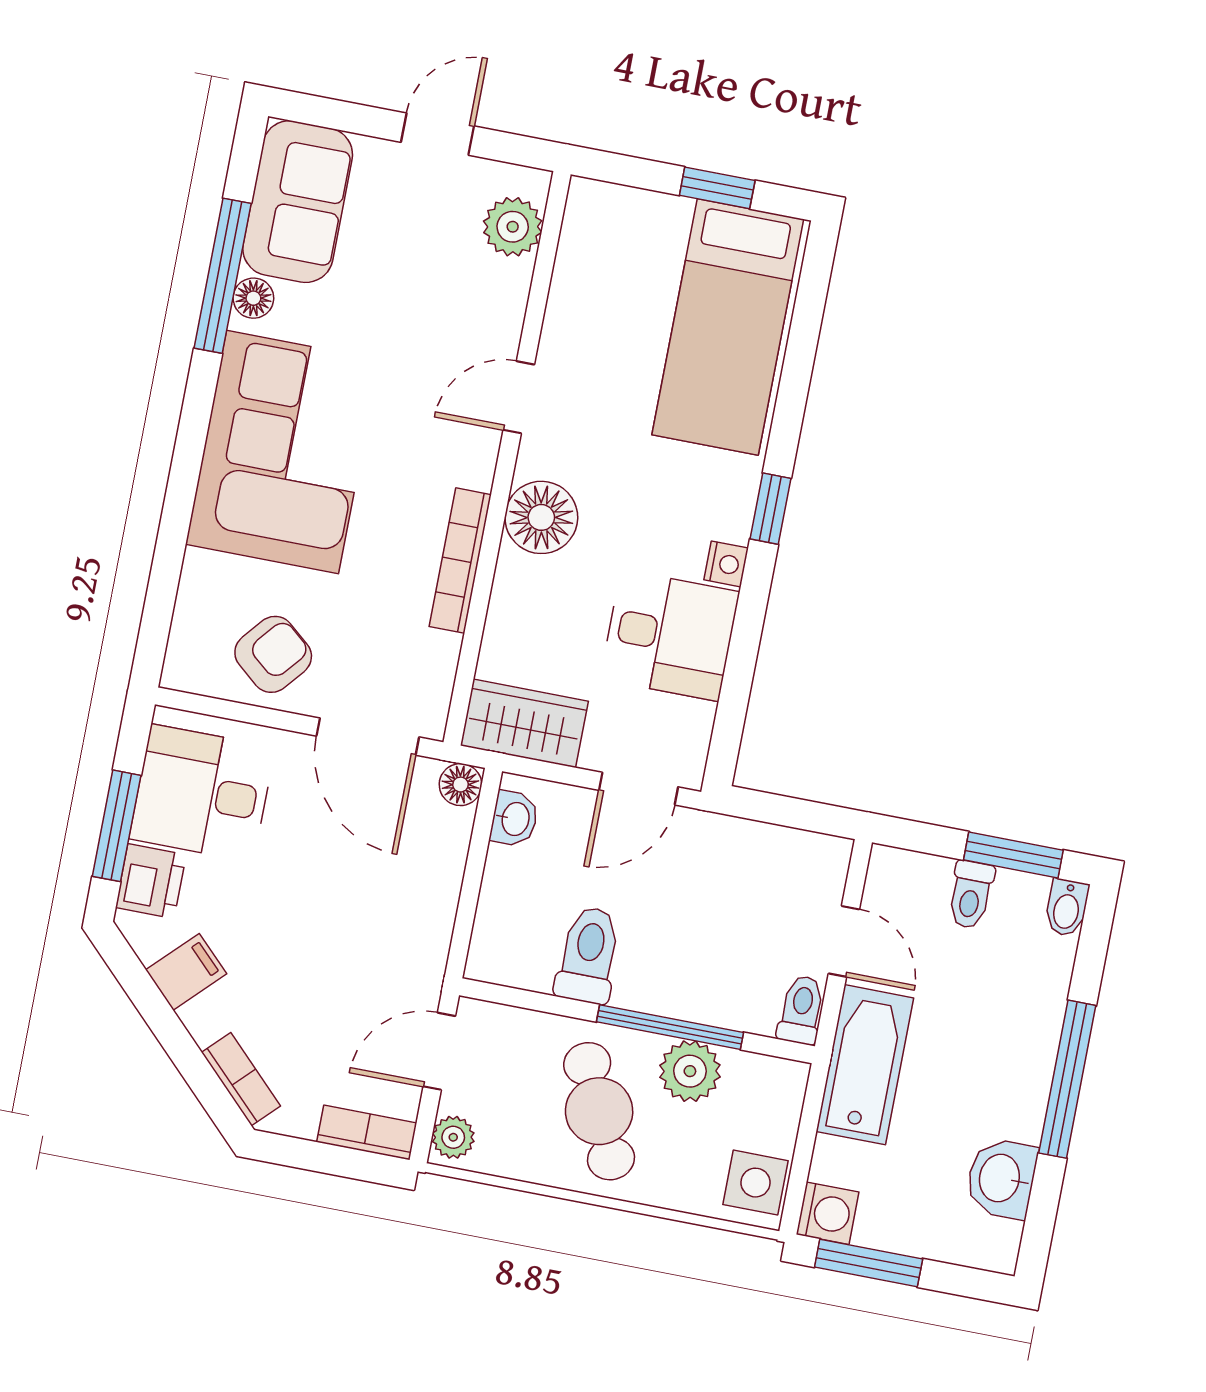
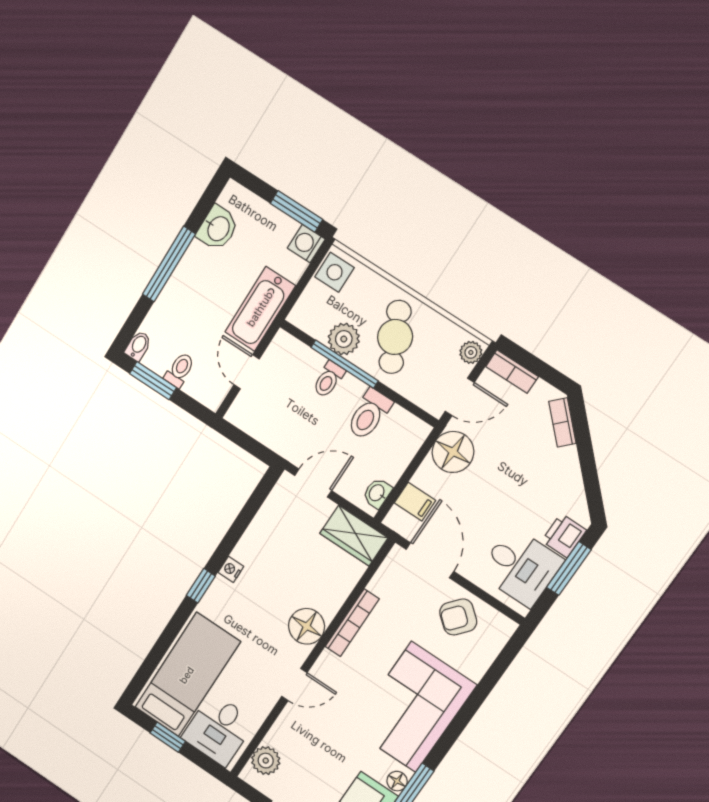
desk: (670, 635) -> (218, 730), moved, turned -90
floor lamp: (460, 785) -> (453, 452), moved, width x1.89, depth x1.89
filing cabinet: (186, 972) -> (415, 502), moved, turned -135
toilet: (801, 1010) -> (329, 379), moved

